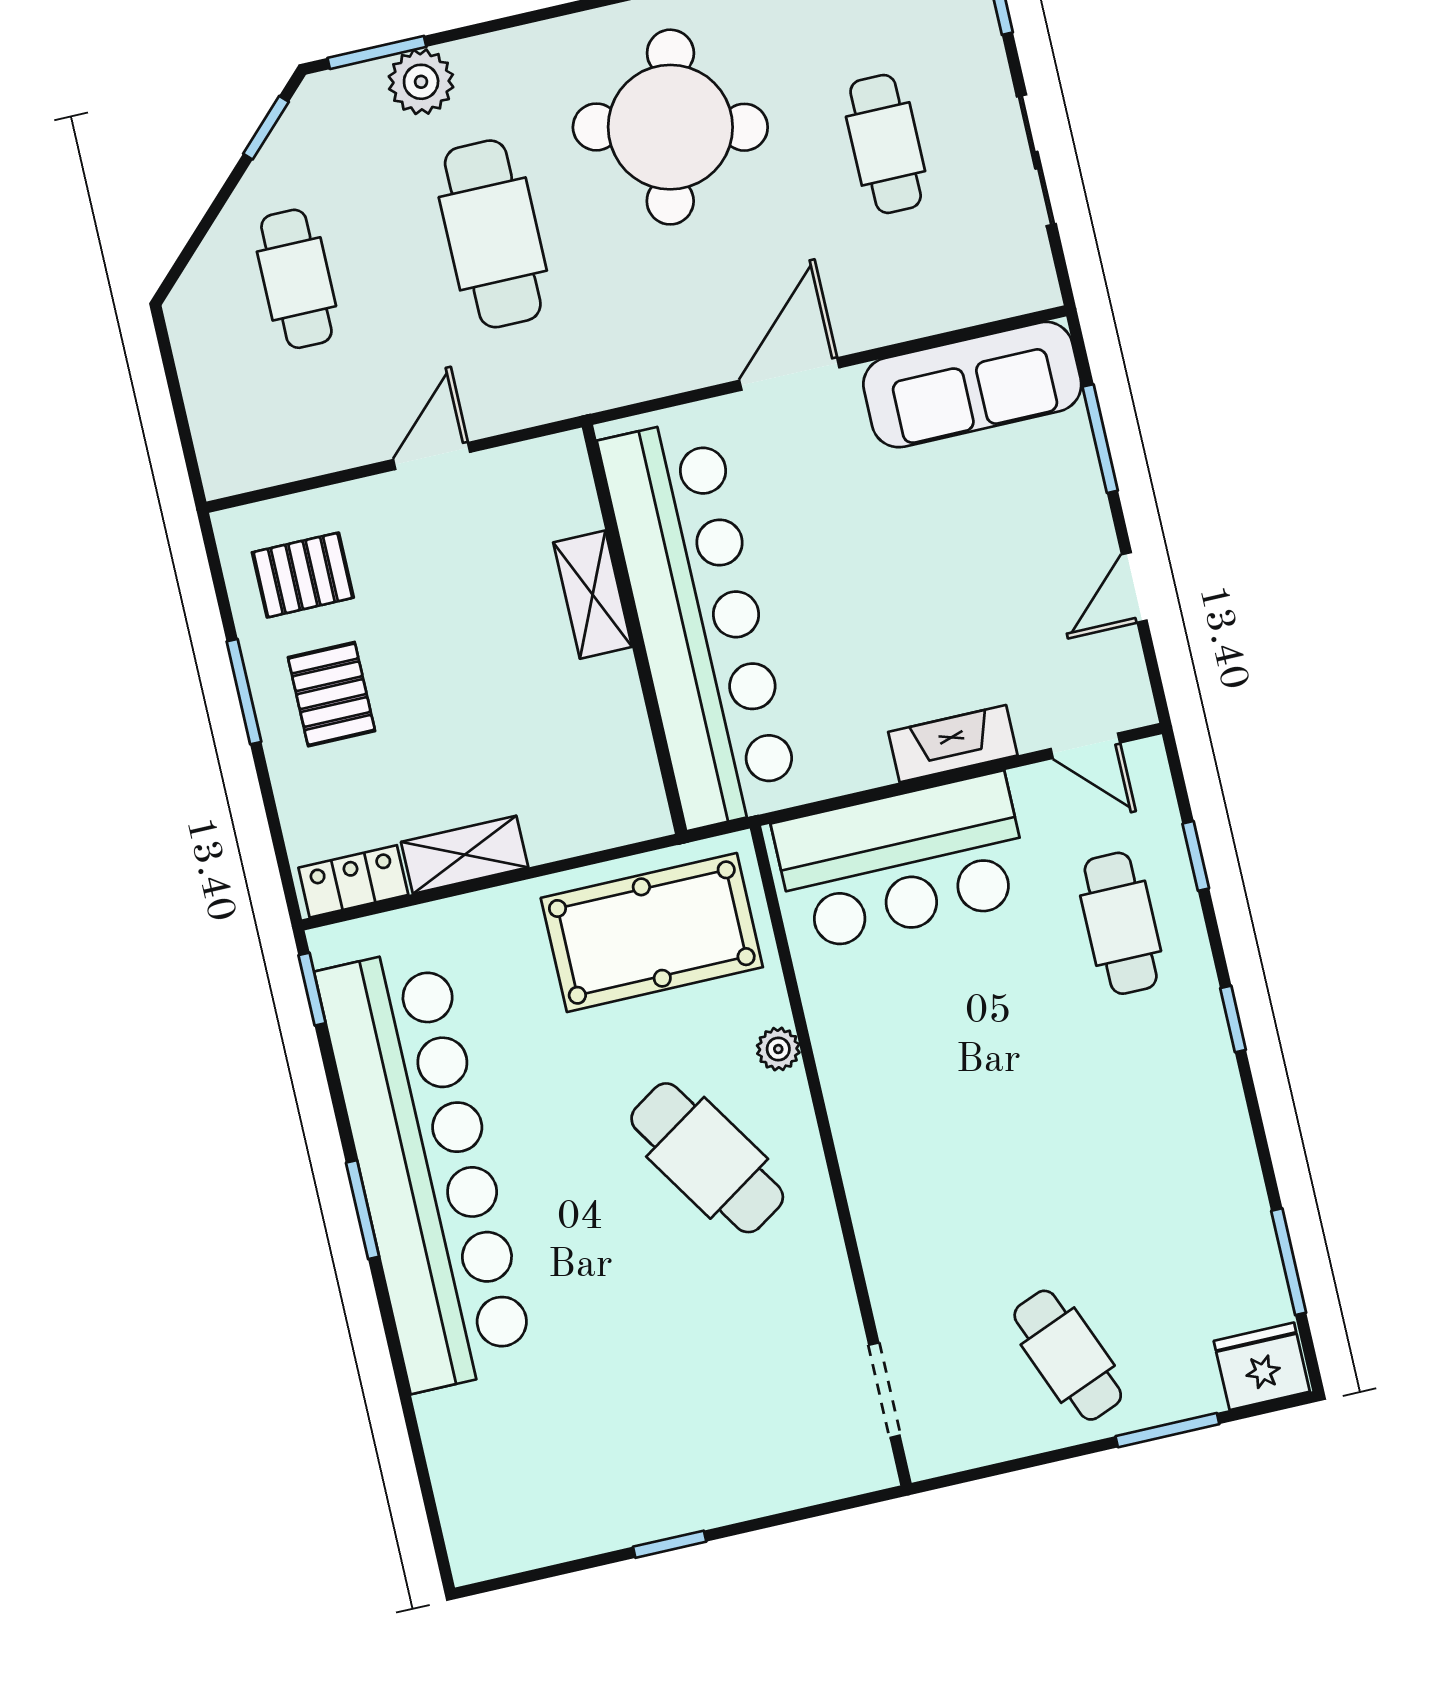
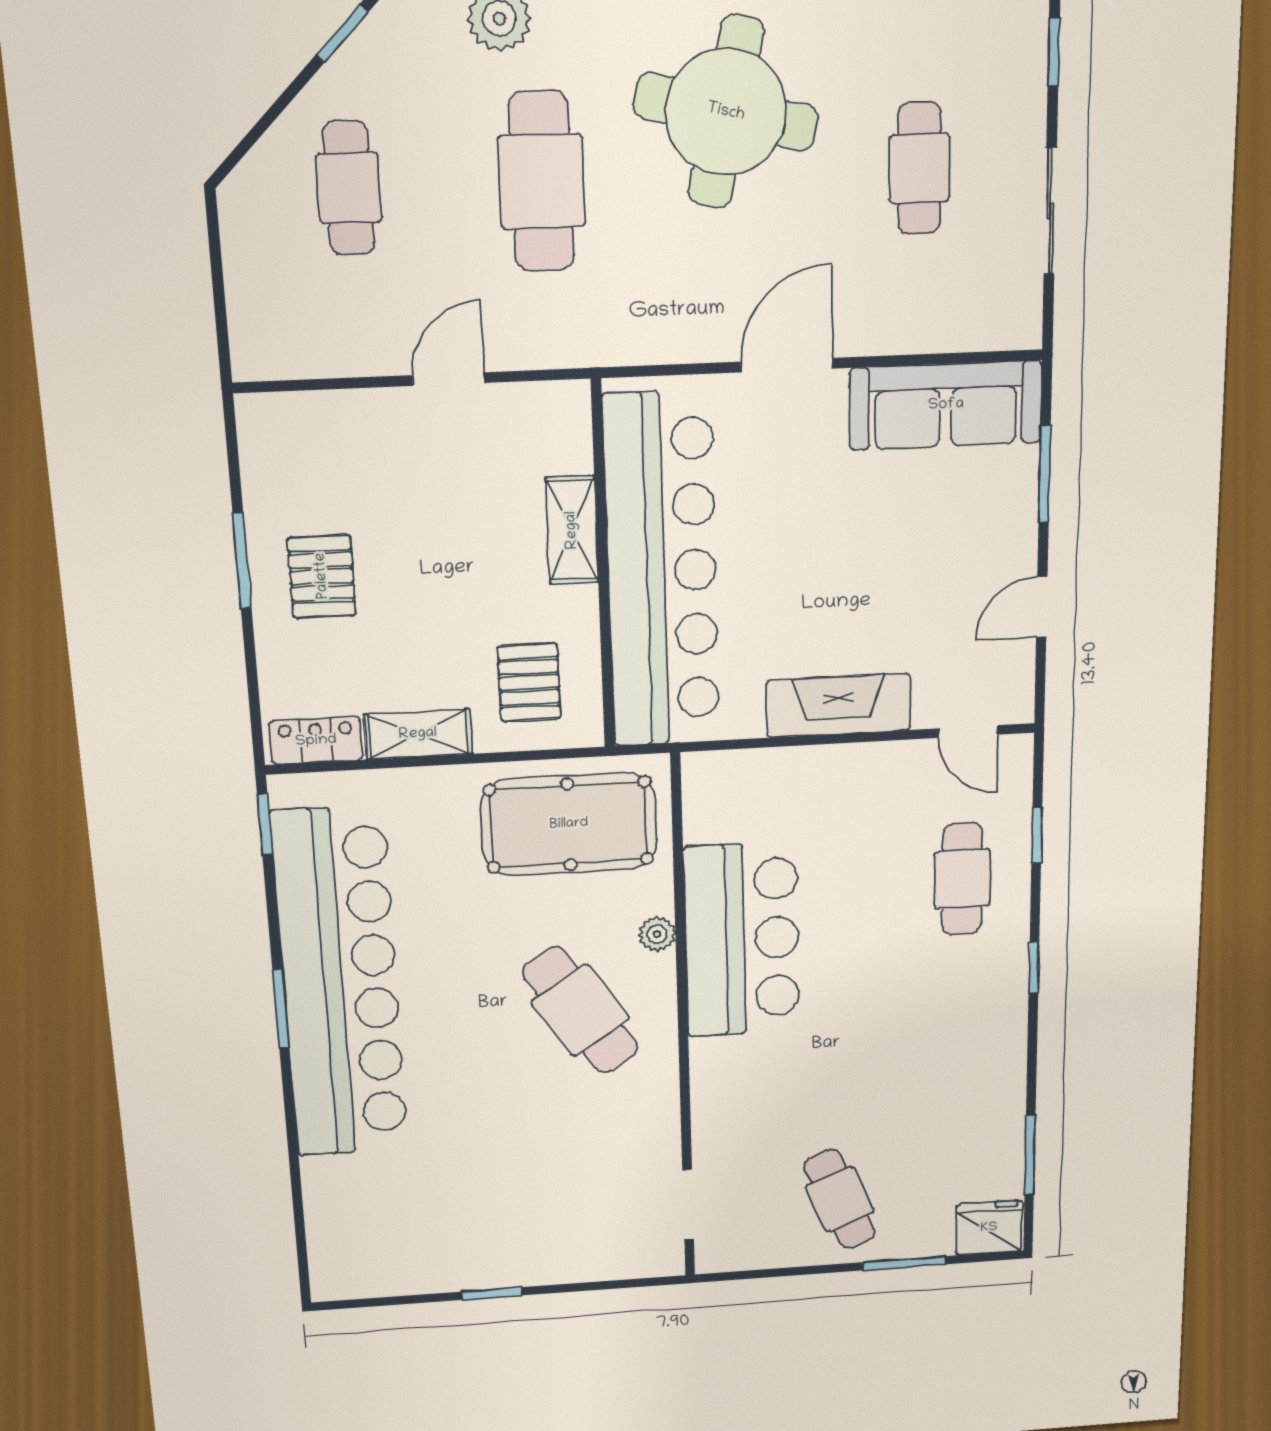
pallet: (303, 575) -> (529, 682), moved, turned 90
fireplace: (953, 744) -> (838, 705), width x1.37, depth x1.32
bar counter: (902, 862) -> (742, 939), moved, turned -90

